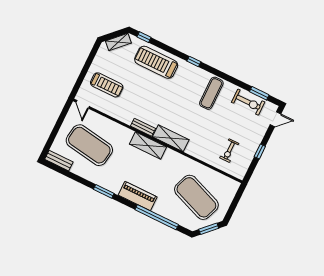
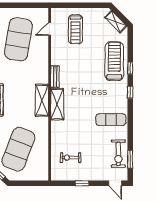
window: (144, 37) -> (130, 68), moved
door: (83, 104) -> (50, 29), moved
shelving: (148, 145) -> (42, 100), moved

